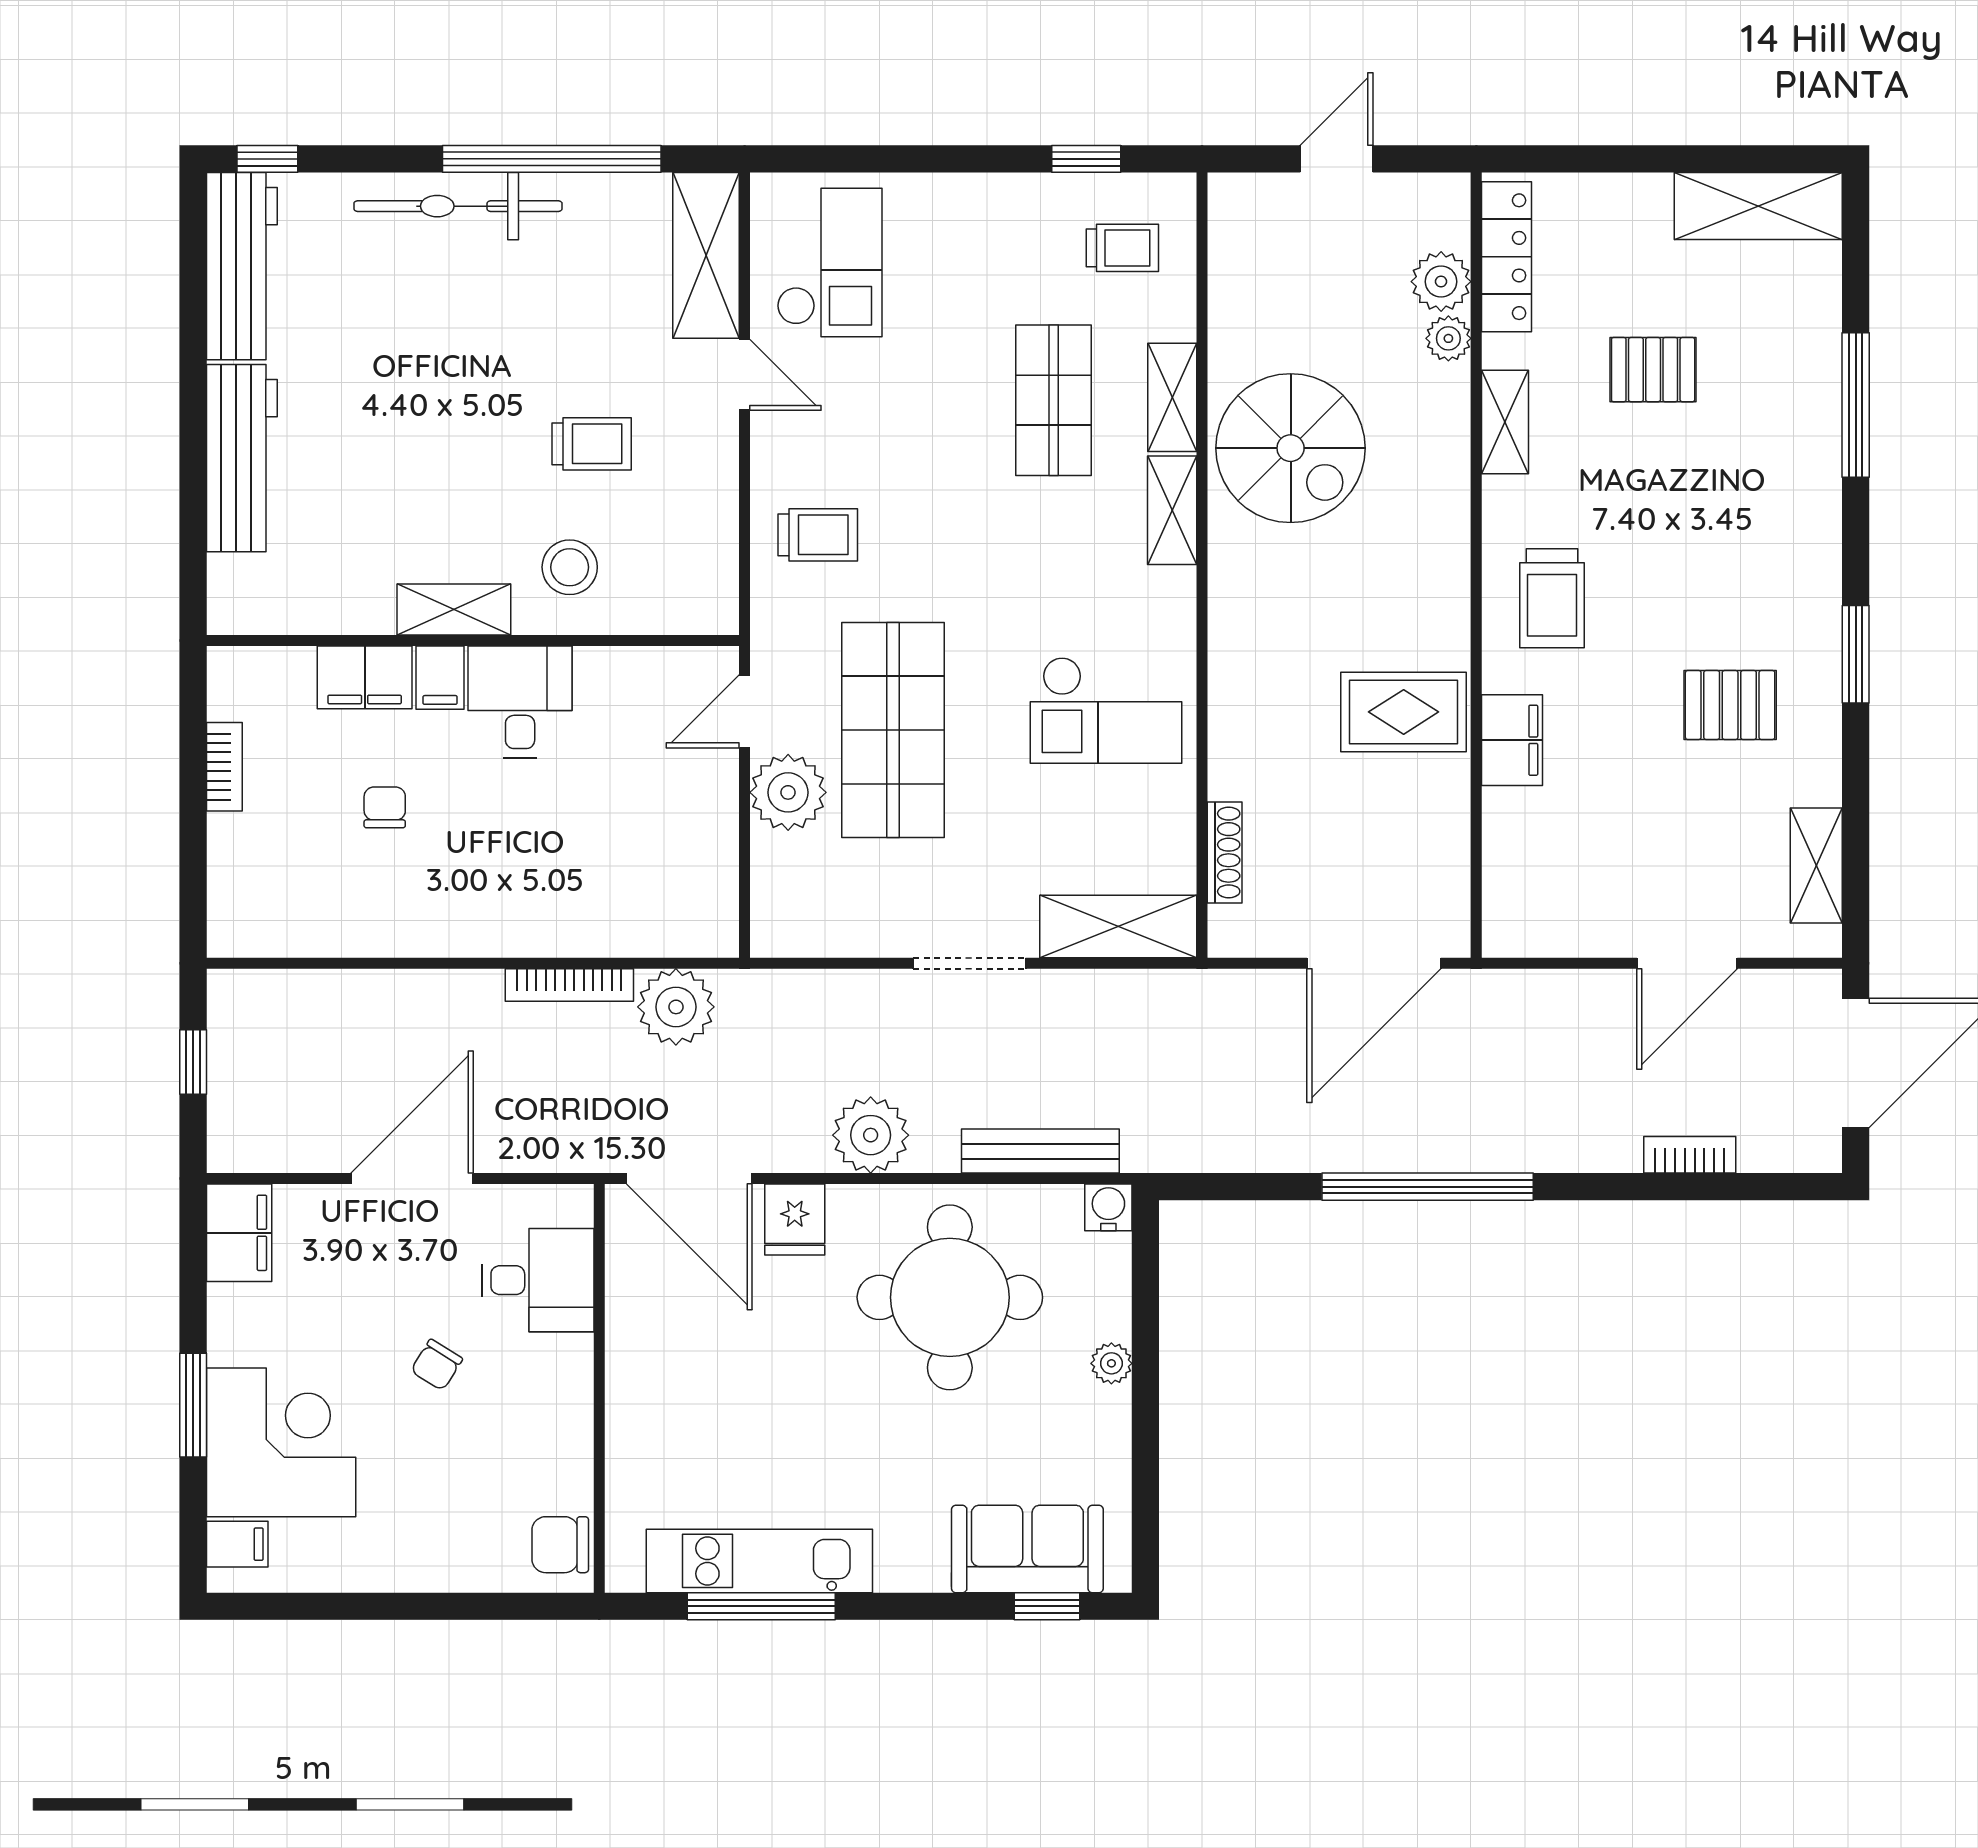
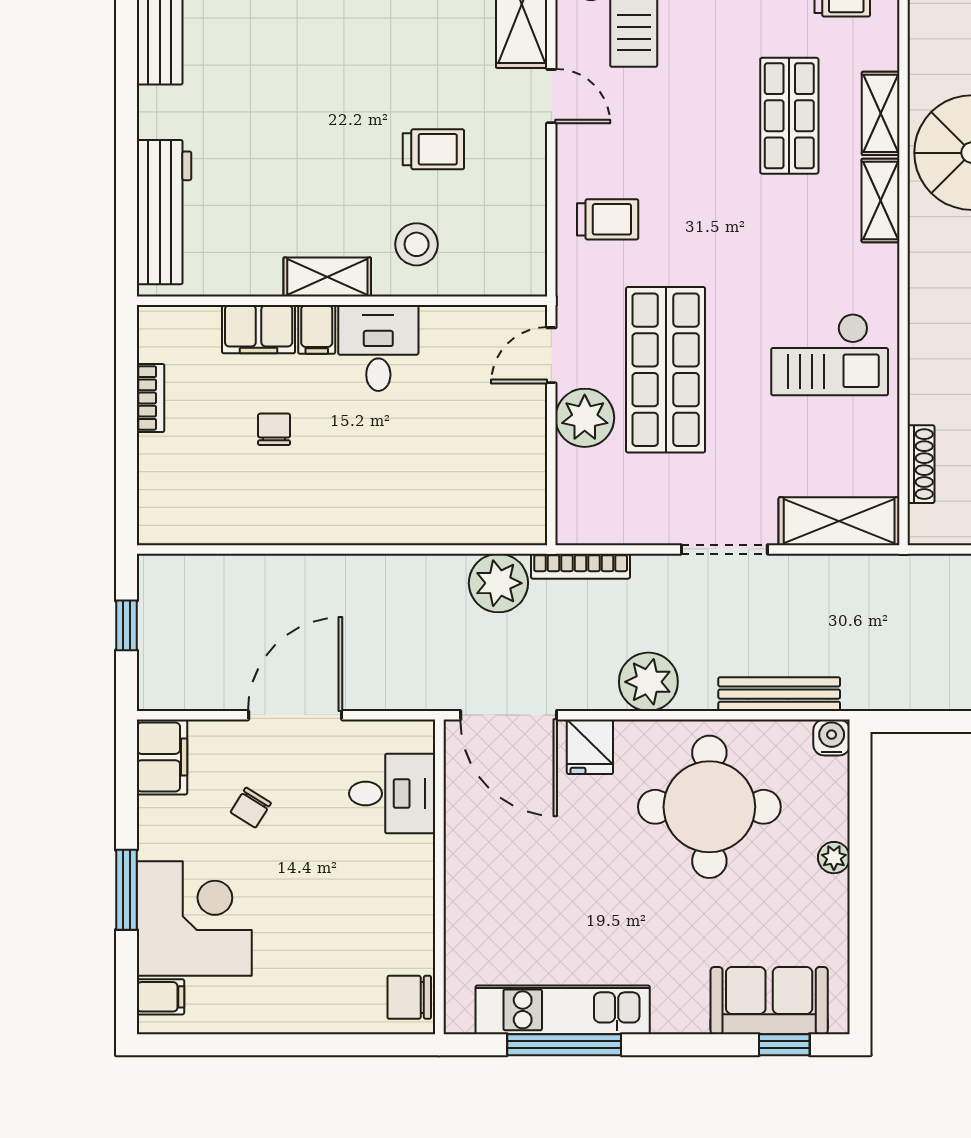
workbench: (242, 458) -> (164, 212), moved
bookcase: (569, 985) -> (581, 566), moved
chair: (437, 1365) -> (251, 808), moved

